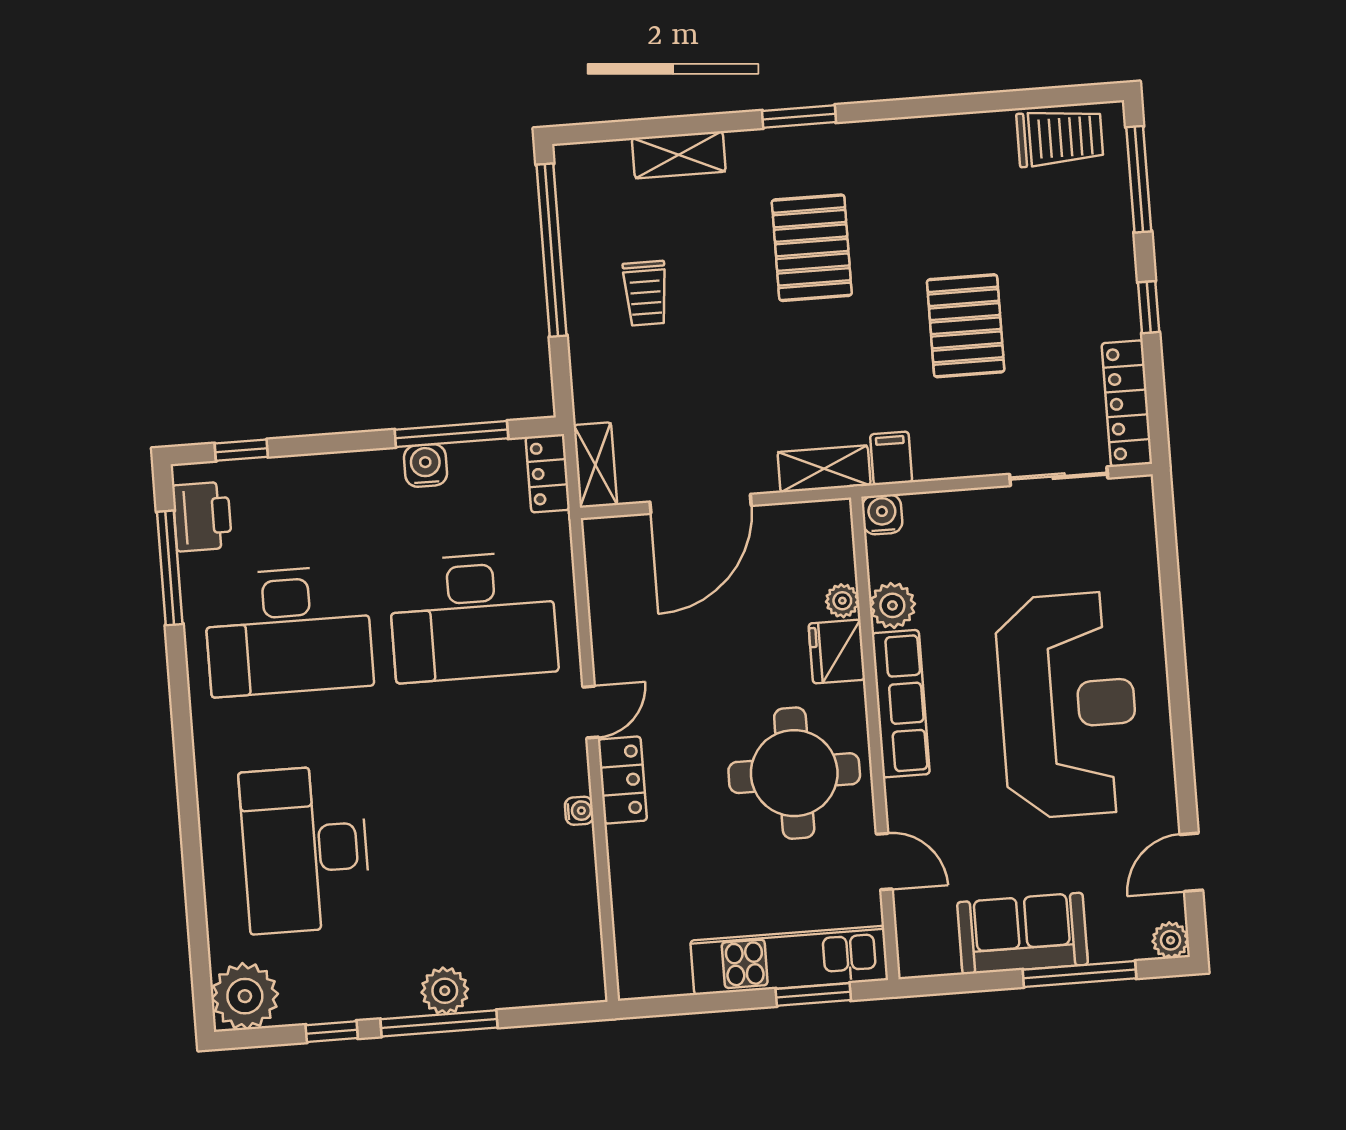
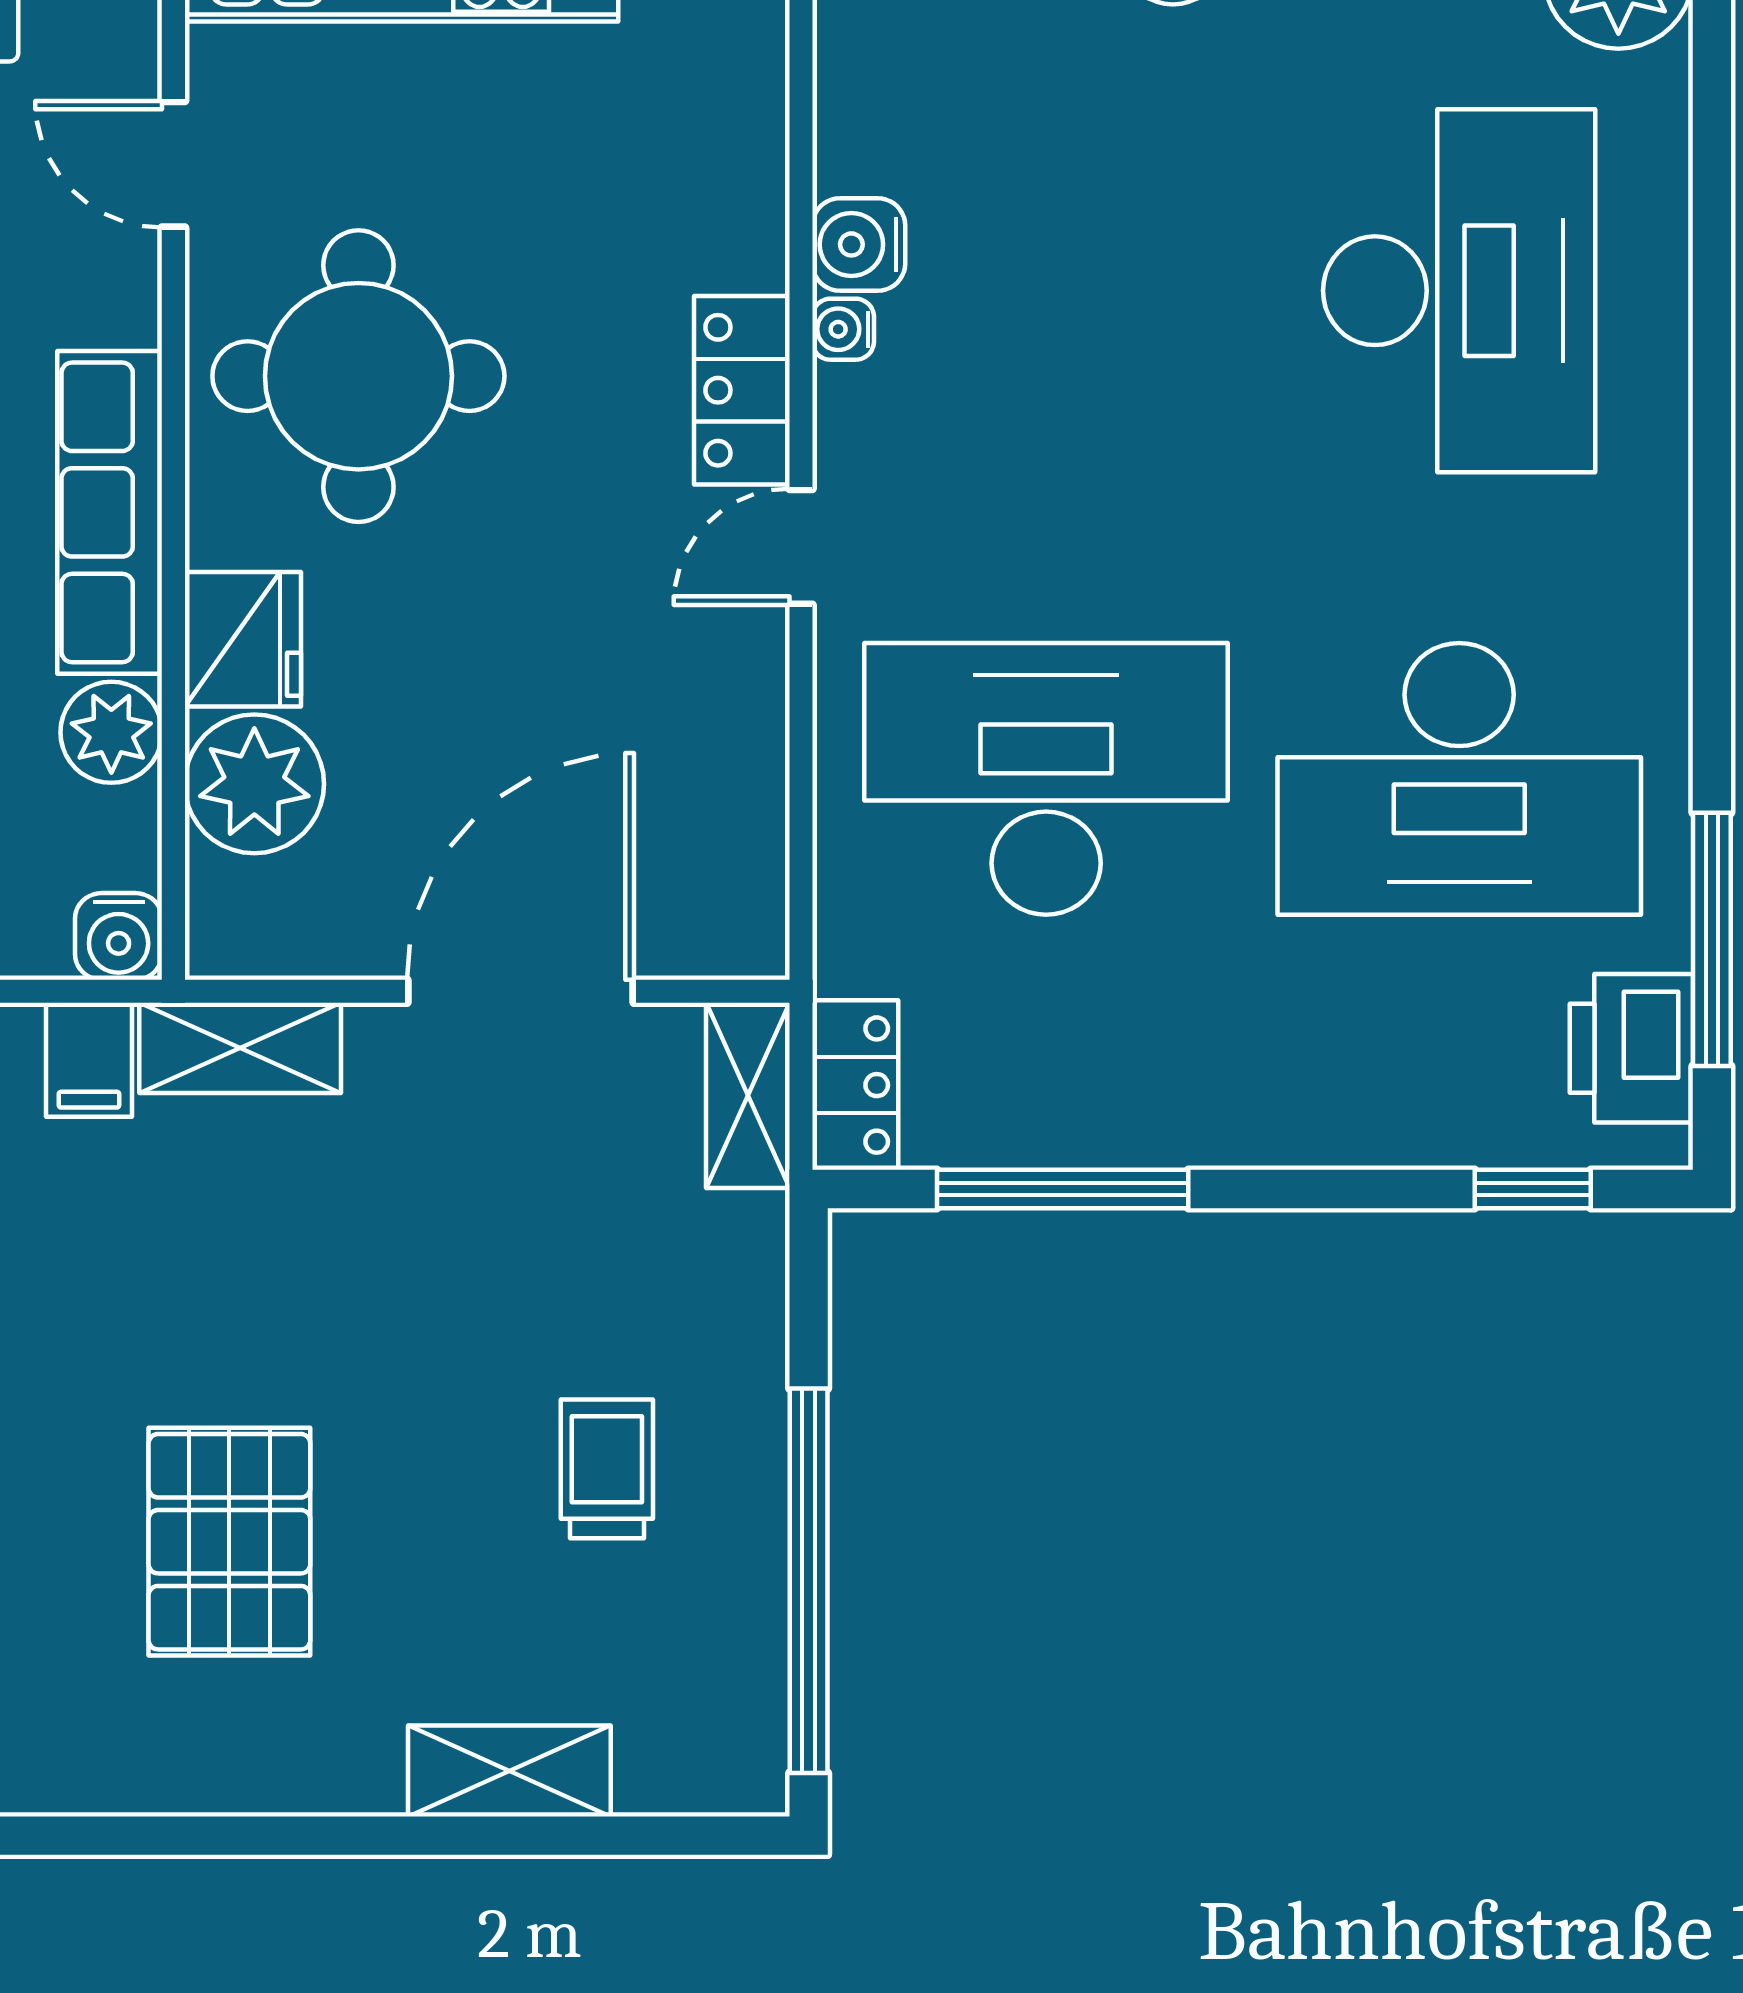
window: (799, 117) -> (235, 1836), removed
water cooler: (426, 465) -> (859, 244), moved, turned 90
plant: (842, 601) -> (254, 784), width x1.87, depth x1.87
desk: (288, 631) -> (1459, 779), turned 180

